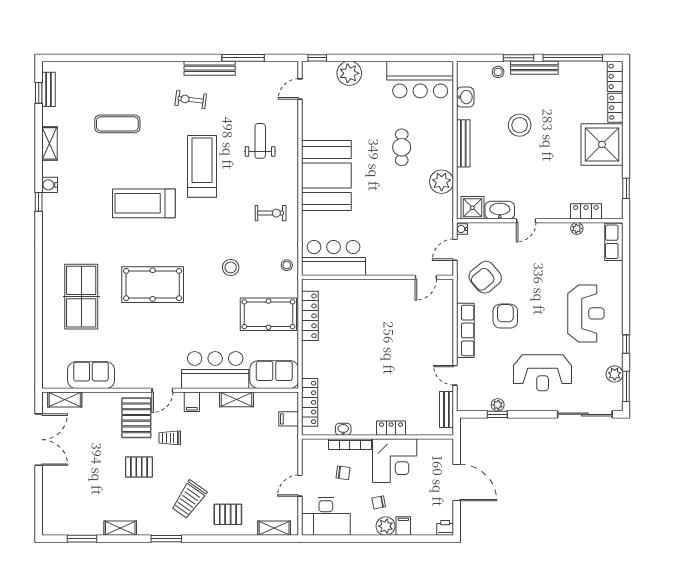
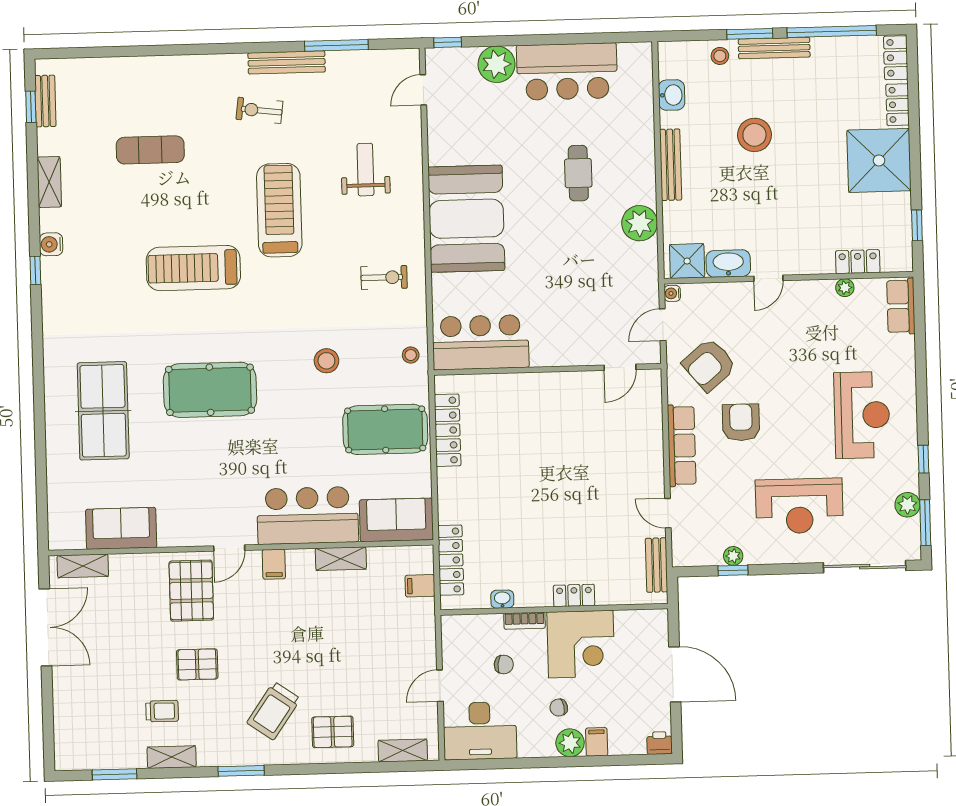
bar counter: (420, 79) -> (567, 72), moved
trolley: (170, 438) -> (162, 711), moved, turned 180
bookcase: (350, 444) -> (525, 621), width x0.64

